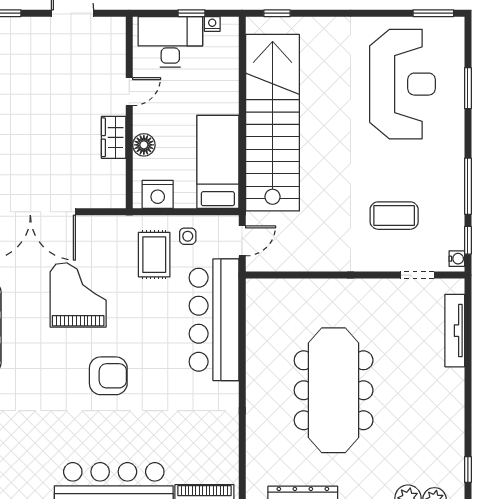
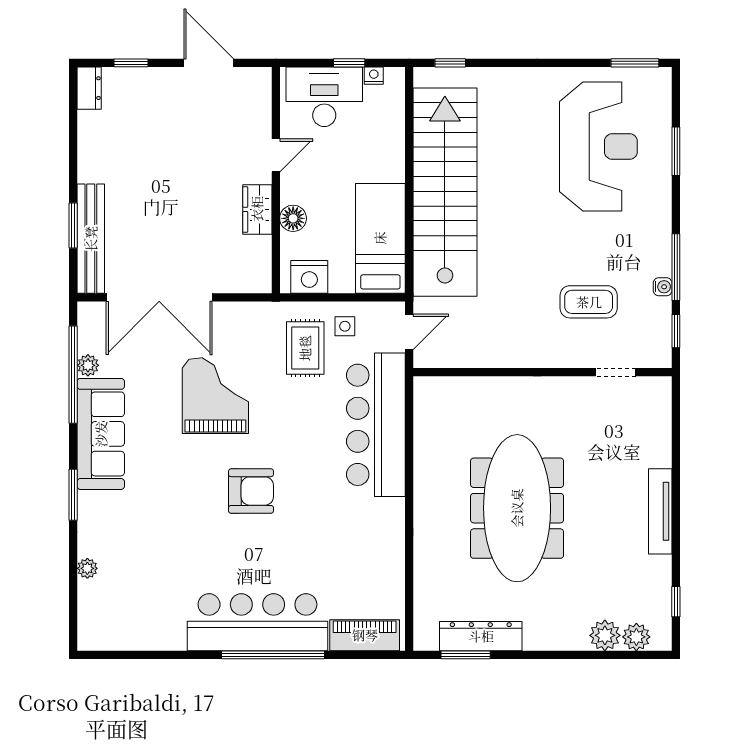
water cooler: (457, 259) -> (663, 287), moved
tv unit: (455, 331) -> (660, 511), moved

